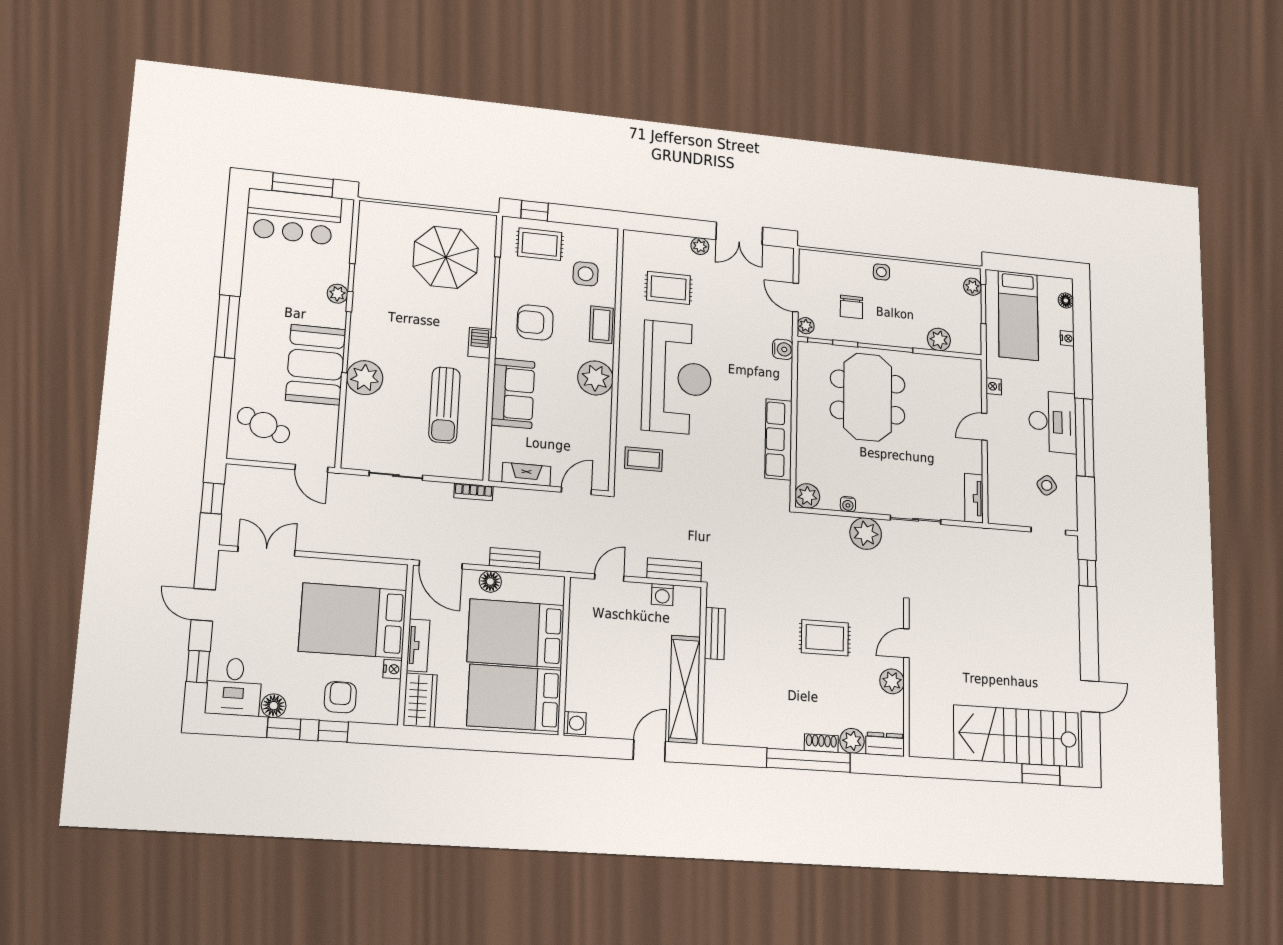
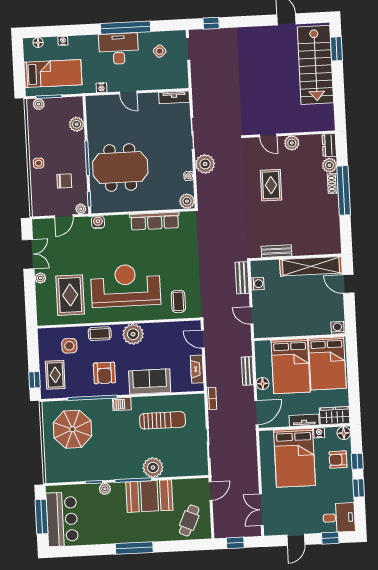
rug: (668, 288) -> (70, 295), width x1.36, depth x1.43
floor lamp: (274, 706) -> (344, 433), moved

